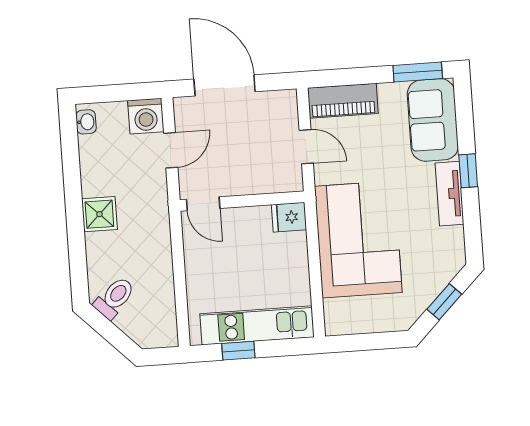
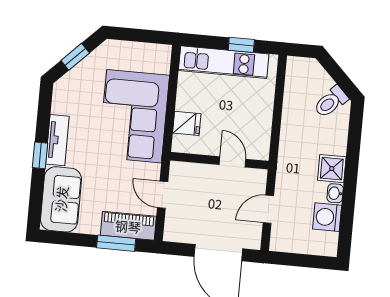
window: (418, 72) -> (116, 243), moved
washing machine: (146, 116) -> (327, 217), moved, turned -90
washbasin: (86, 122) -> (335, 193), moved
door: (203, 204) -> (233, 162), moved
fridge: (289, 217) -> (187, 123), moved

